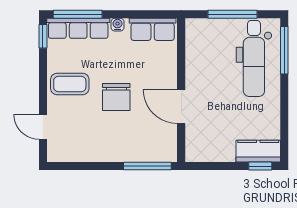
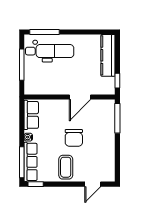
chair: (116, 97) -> (74, 138), turned 90
kitchen counter: (258, 151) -> (108, 55), width x1.50
window: (260, 166) -> (117, 81), moved

